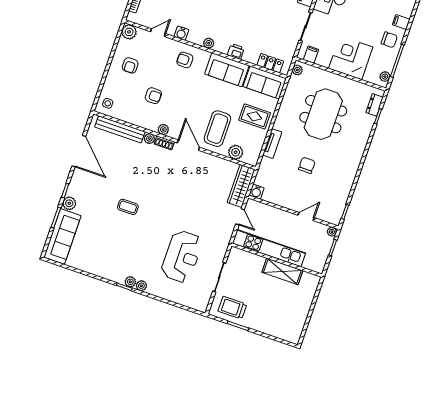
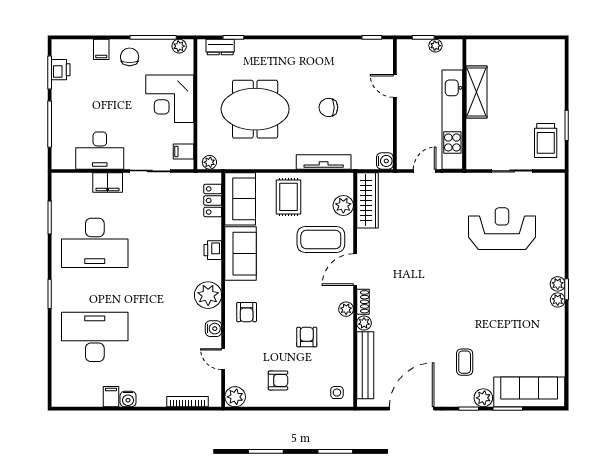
plant: (209, 43) -> (208, 295), width x1.87, depth x1.87
tv unit: (272, 144) -> (324, 162), width x1.41
wardrobe: (241, 186) -> (367, 200), moved, turned -90
coffee table: (128, 207) -> (465, 362), moved
plant: (332, 232) -> (435, 46), moved
plant: (141, 286) -> (558, 300), moved

